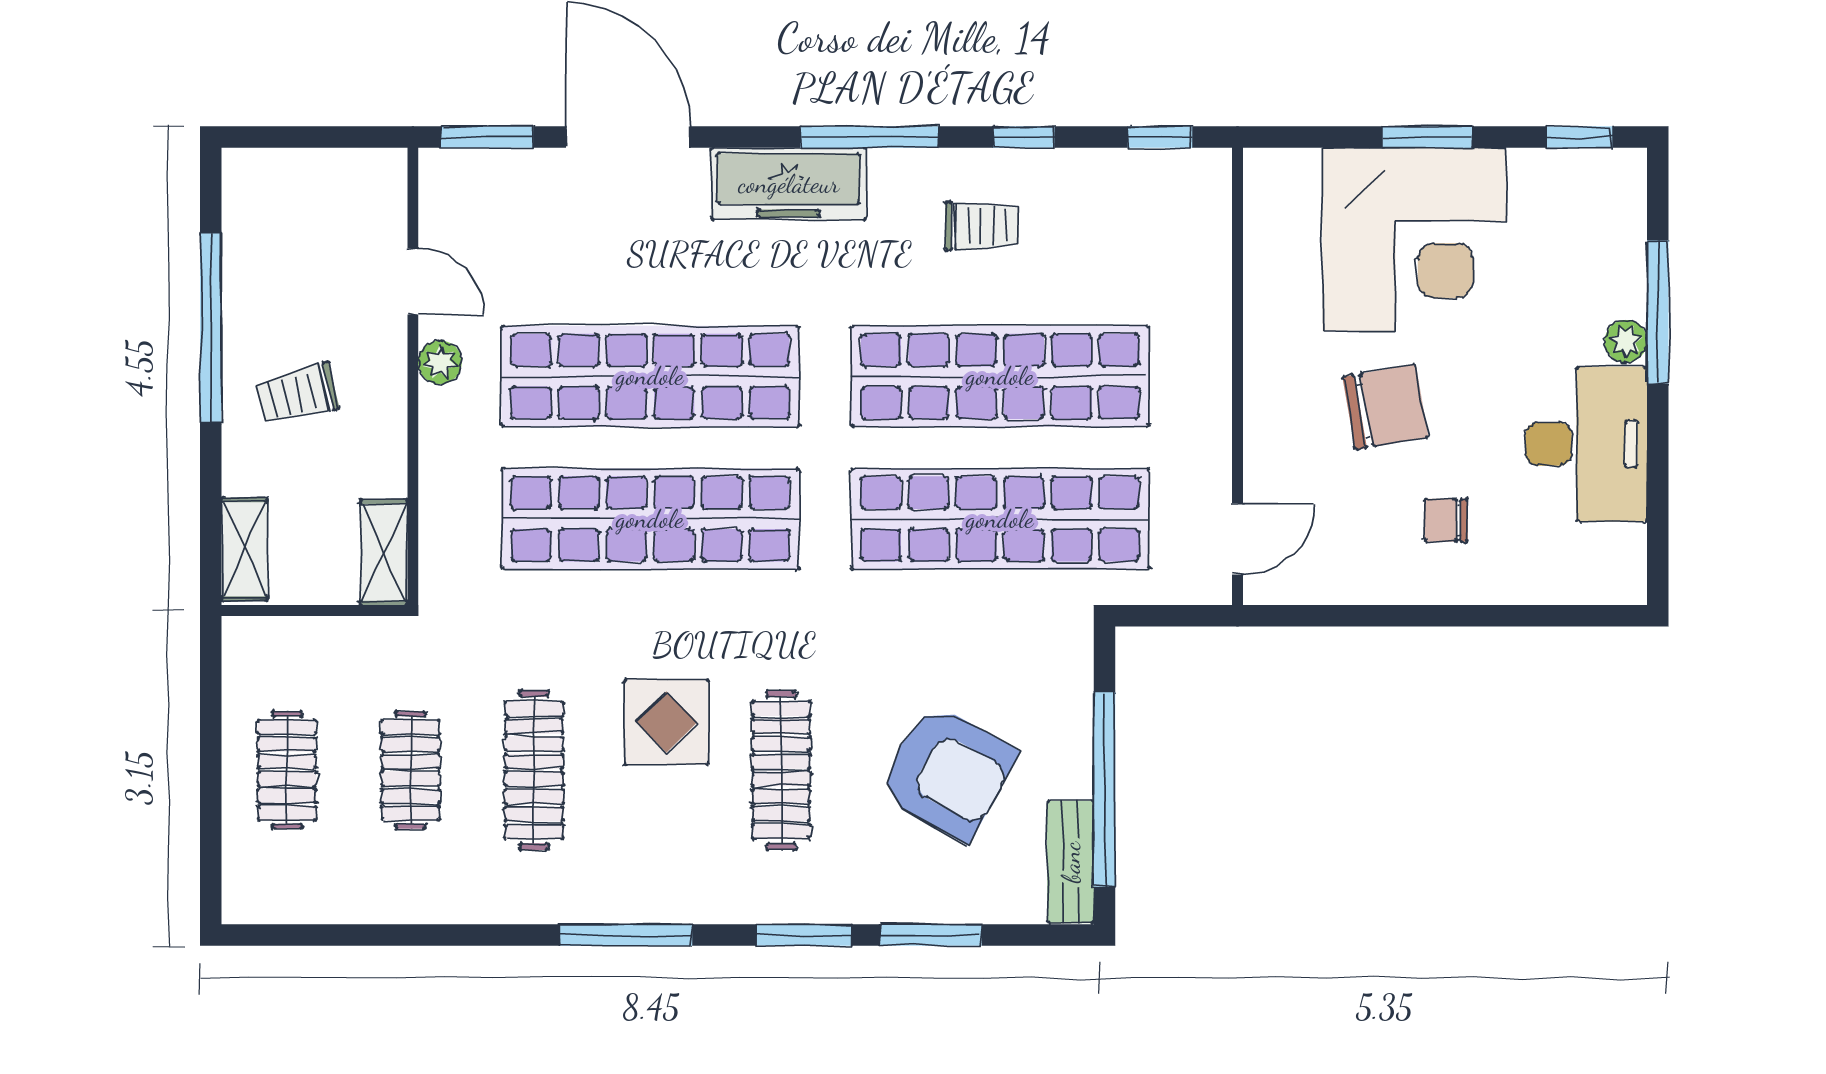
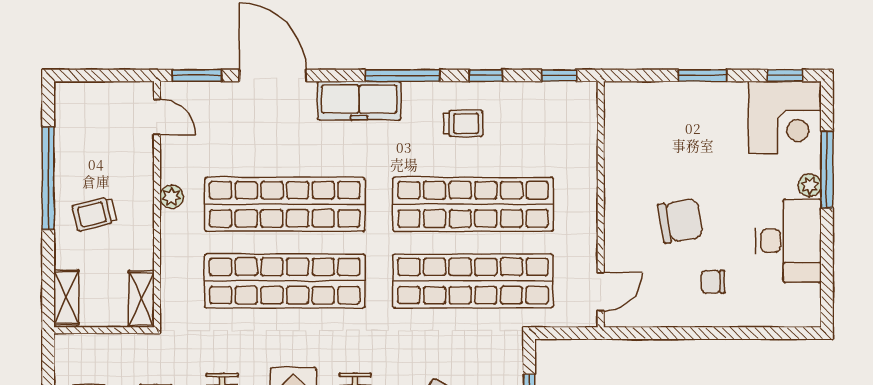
corner desk: (1414, 239) -> (785, 118), moved, width x0.74, depth x0.74
door: (413, 282) -> (157, 117), moved

